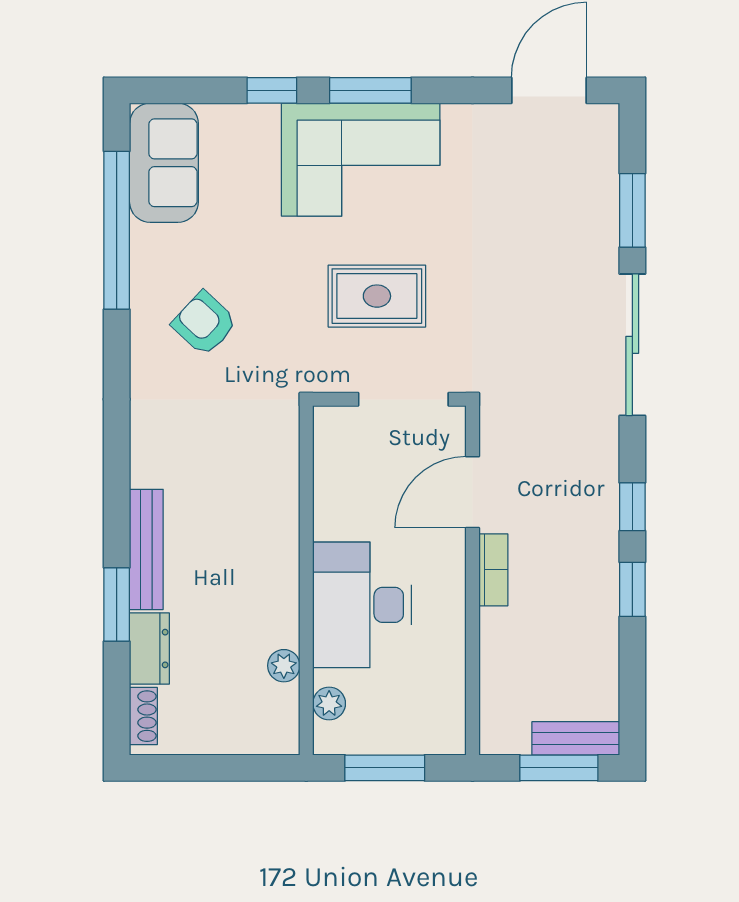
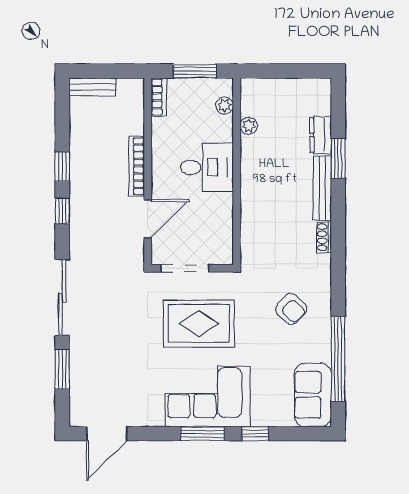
rug: (377, 296) -> (199, 324), width x1.36, depth x1.43
bookcase: (493, 570) -> (137, 166), width x1.56
desk: (362, 605) -> (207, 167), width x0.73
shoe rack: (143, 716) -> (324, 237), moved
bookcase: (452, 719) -> (159, 97), added
window: (559, 768) -> (102, 71), removed

